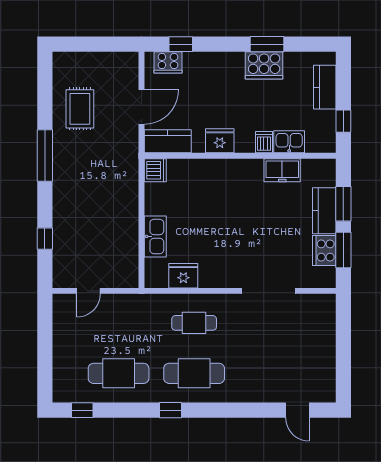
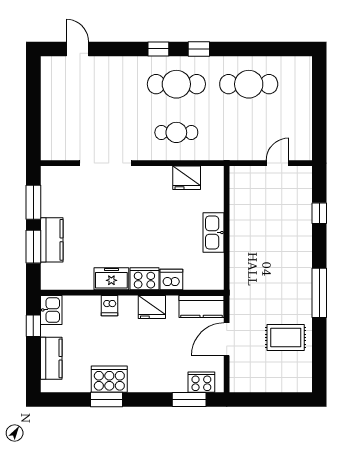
window: (181, 44) -> (189, 400), width x1.50
rug: (80, 109) -> (286, 337), turned 90
kitchen sink: (289, 142) -> (51, 310), moved, turned -90
dishwasher: (155, 170) -> (171, 279), moved, turned 90
freezer: (282, 170) -> (111, 279), moved
kitchen sink: (155, 236) -> (214, 233), moved
cooker: (324, 251) -> (144, 279), moved, turned -90
window: (82, 410) -> (158, 49), moved

